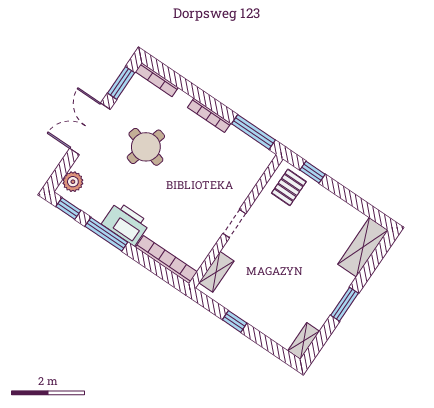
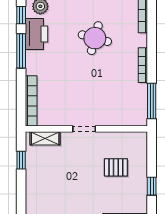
window: (312, 172) -> (152, 186), moved
pallet: (289, 187) -> (116, 167), moved
printer: (126, 224) -> (37, 34), moved
window: (235, 321) -> (21, 160), moved

